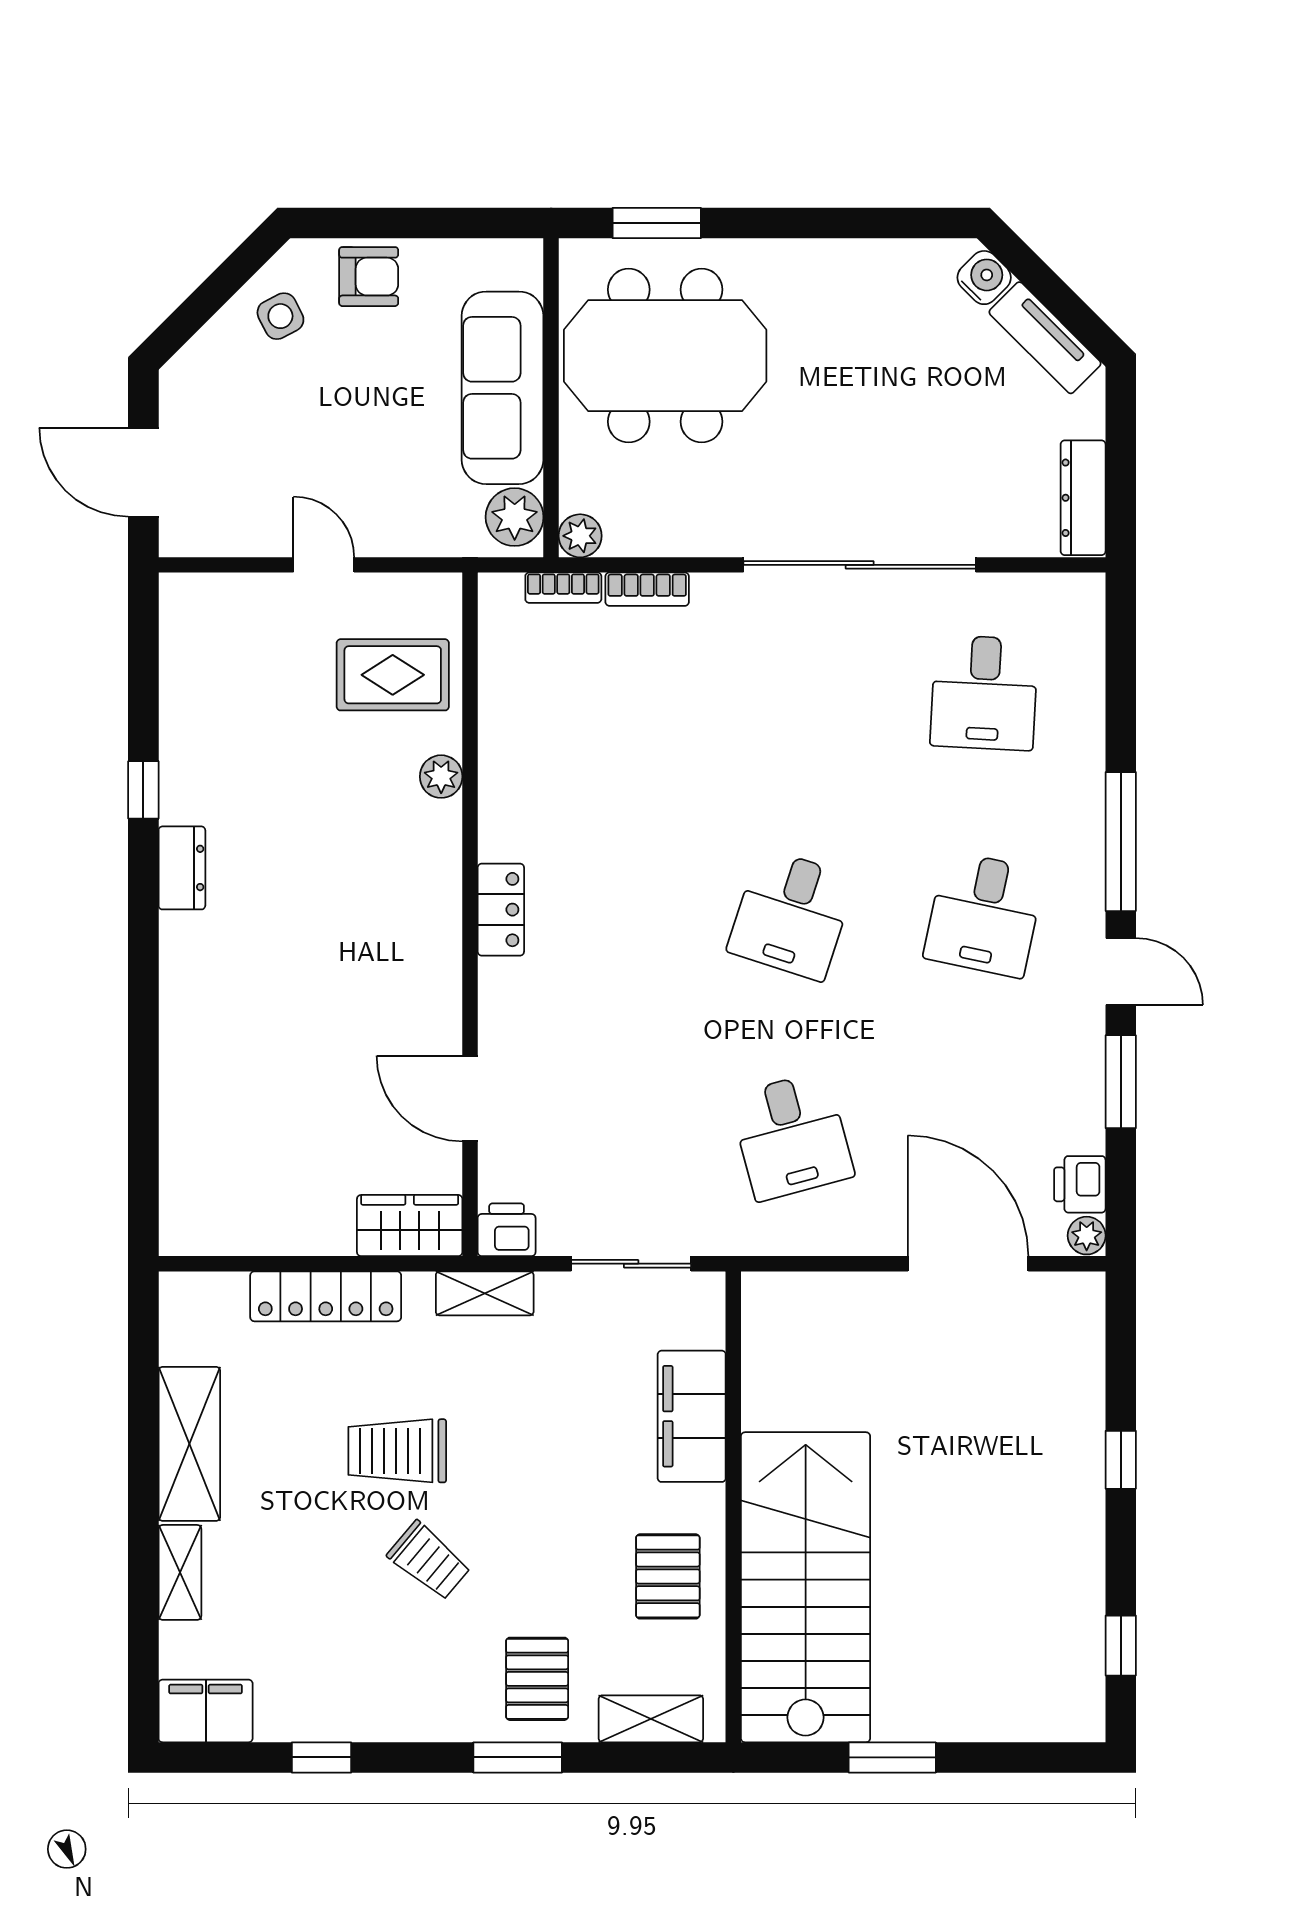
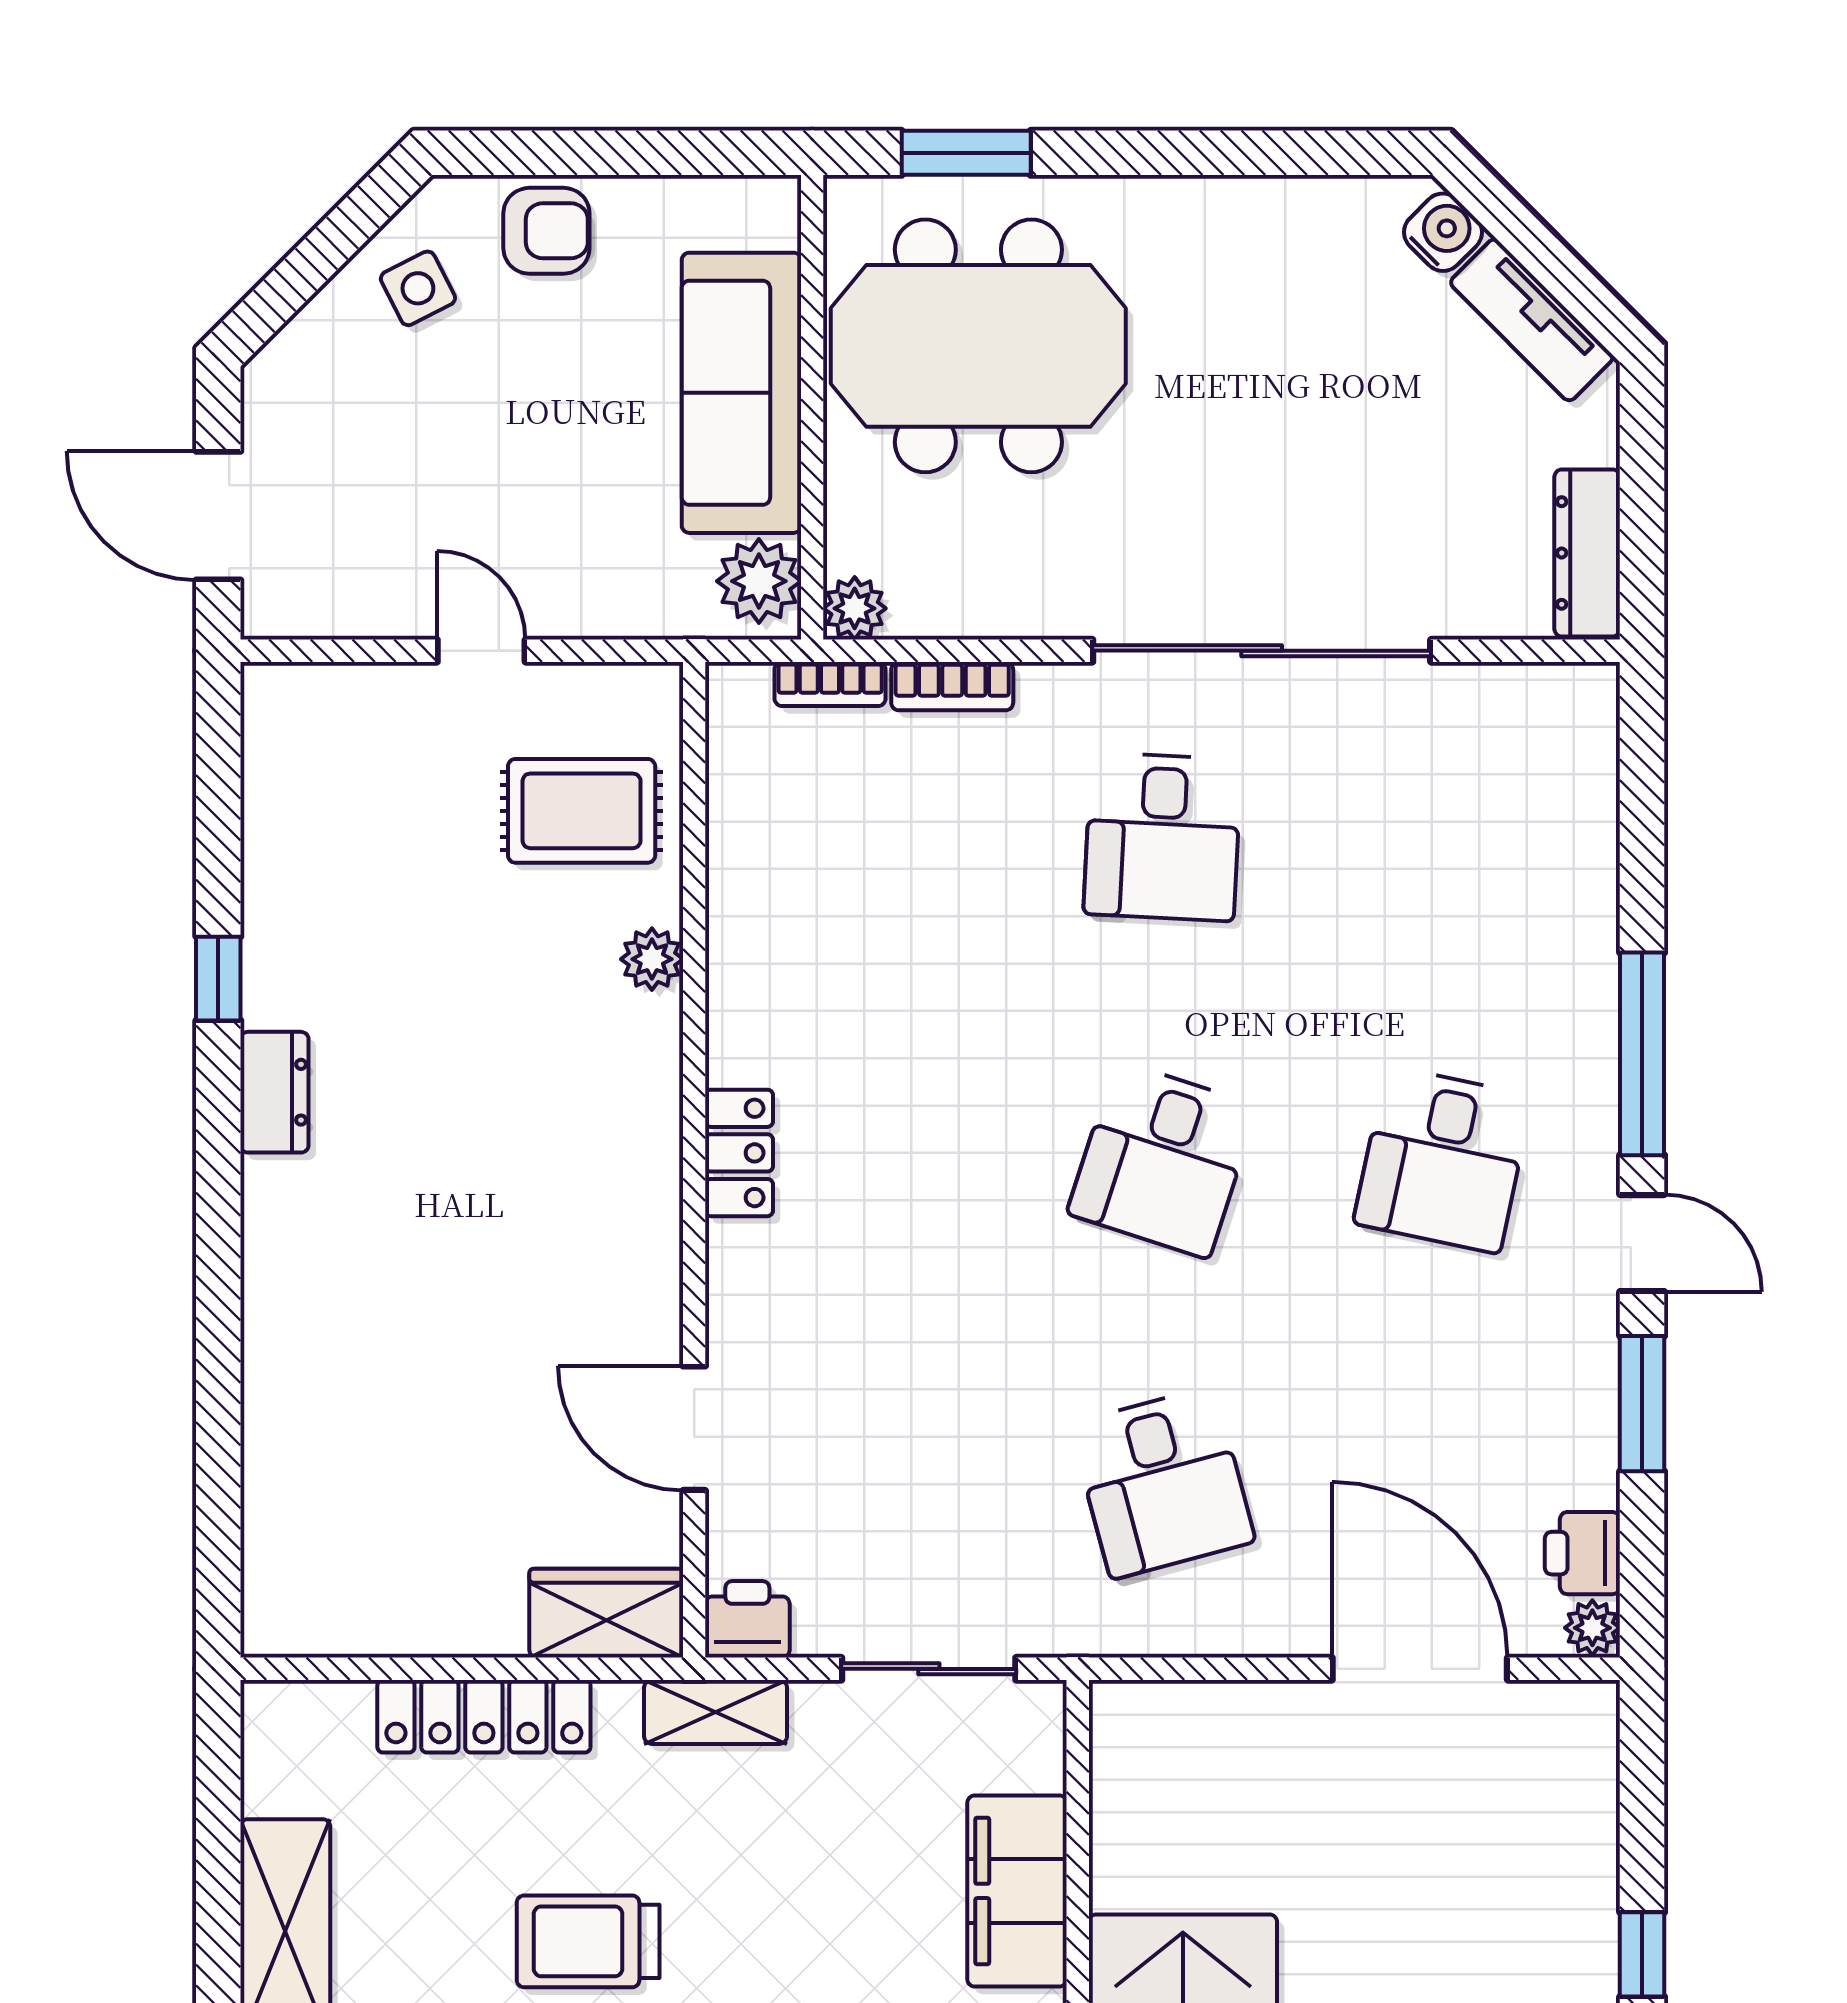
desk: (984, 693) -> (1163, 837), moved

